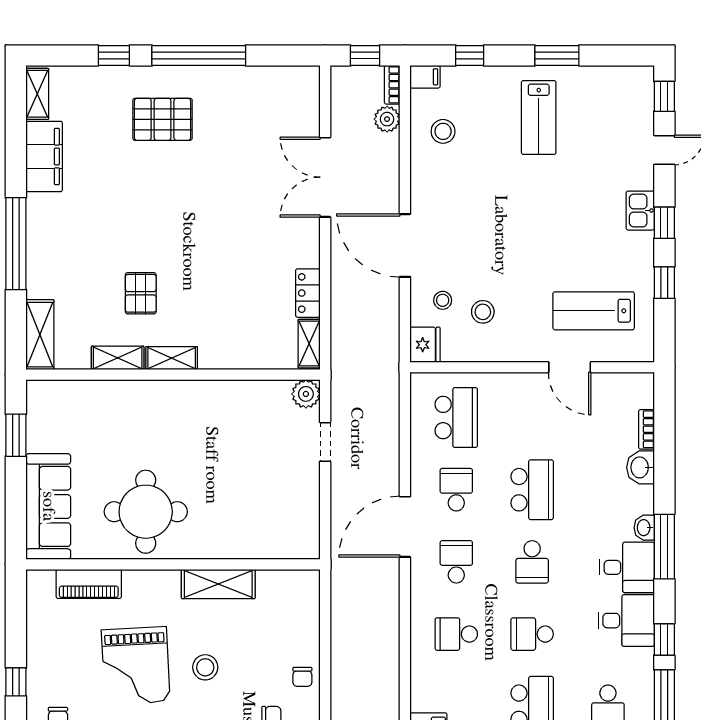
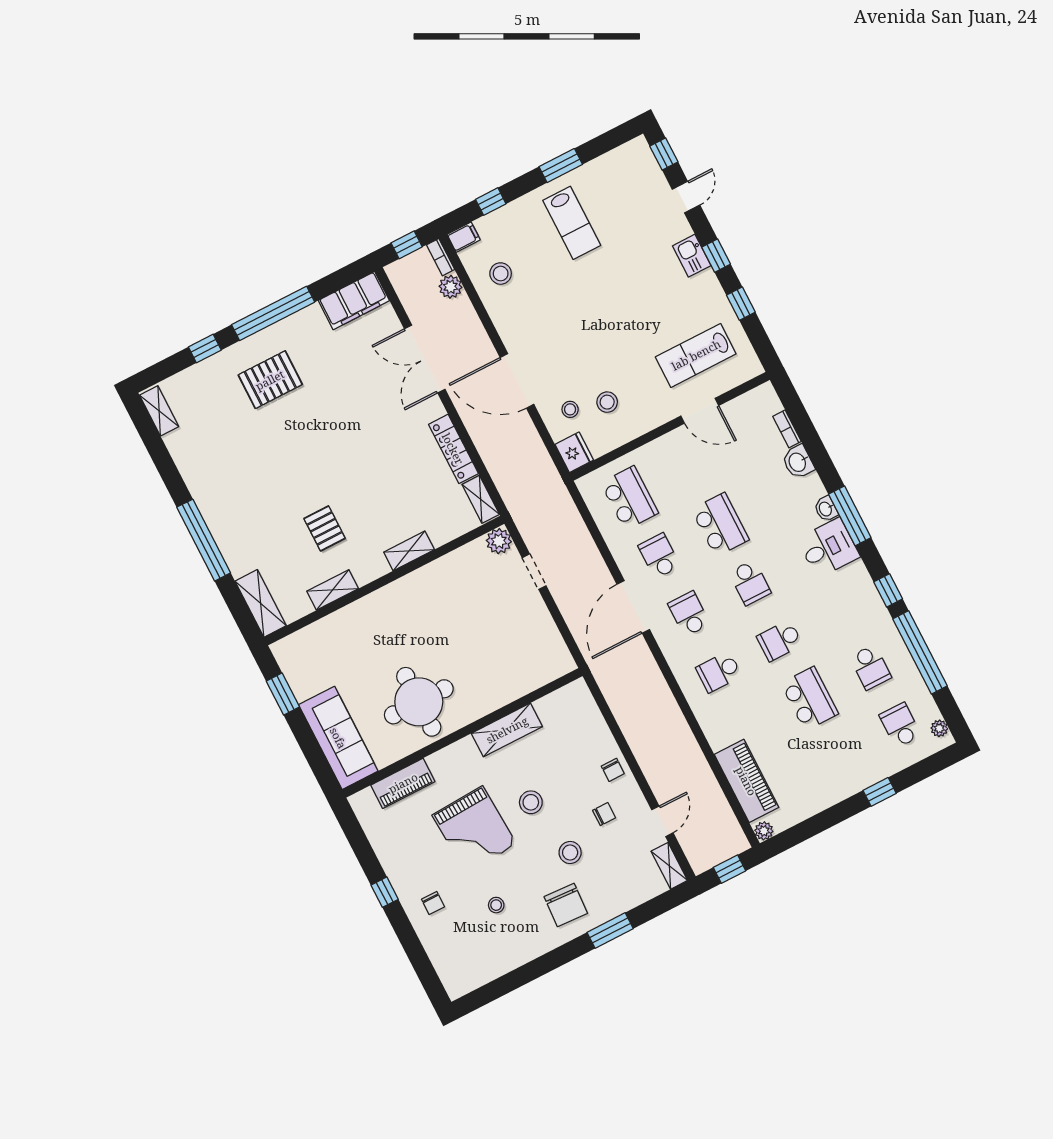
filing cabinet: (44, 156) -> (354, 301), moved, turned 90
locker: (308, 293) -> (453, 449), width x1.53
shelving: (172, 358) -> (409, 551), moved
desk: (626, 621) -> (850, 591), removed

